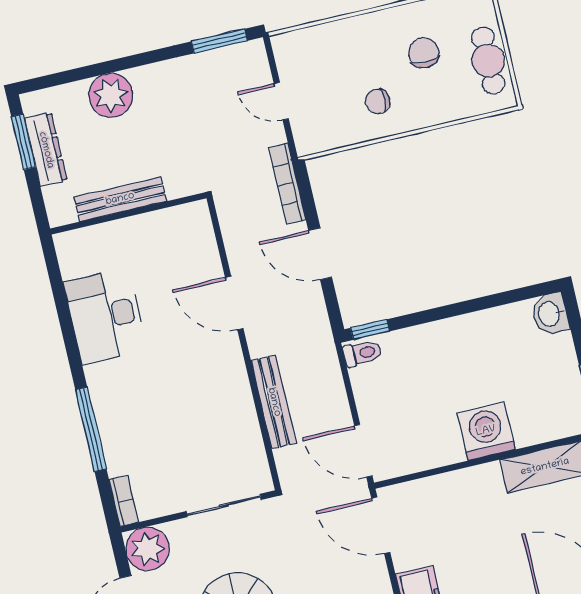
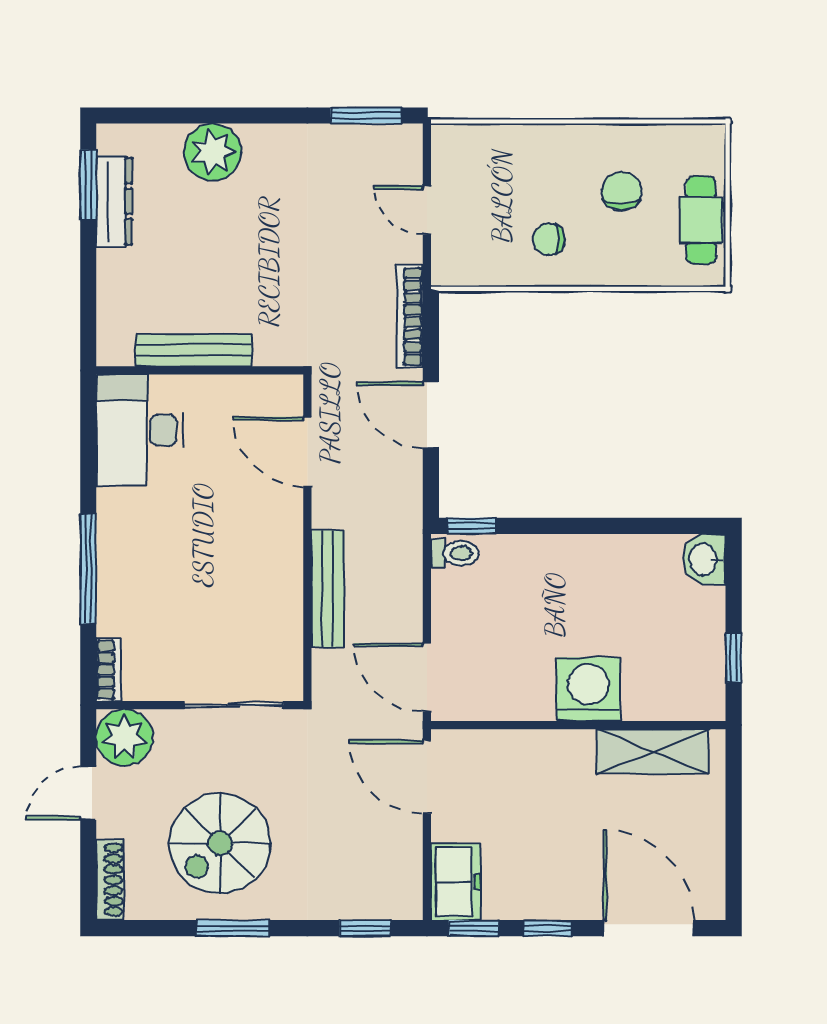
bench: (120, 199) -> (194, 350), moved
wall: (128, 213) -> (200, 370), moved

